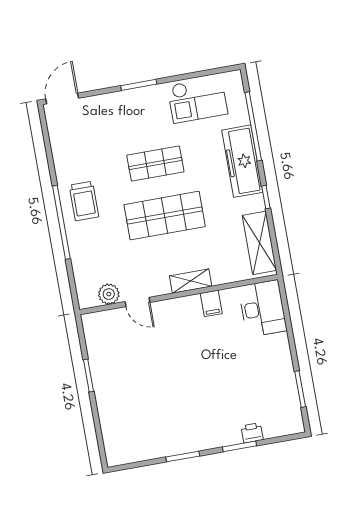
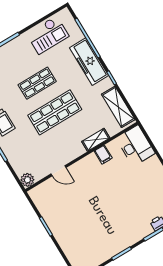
shelving: (191, 281) -> (96, 140), moved
plant: (109, 294) -> (27, 180), moved

